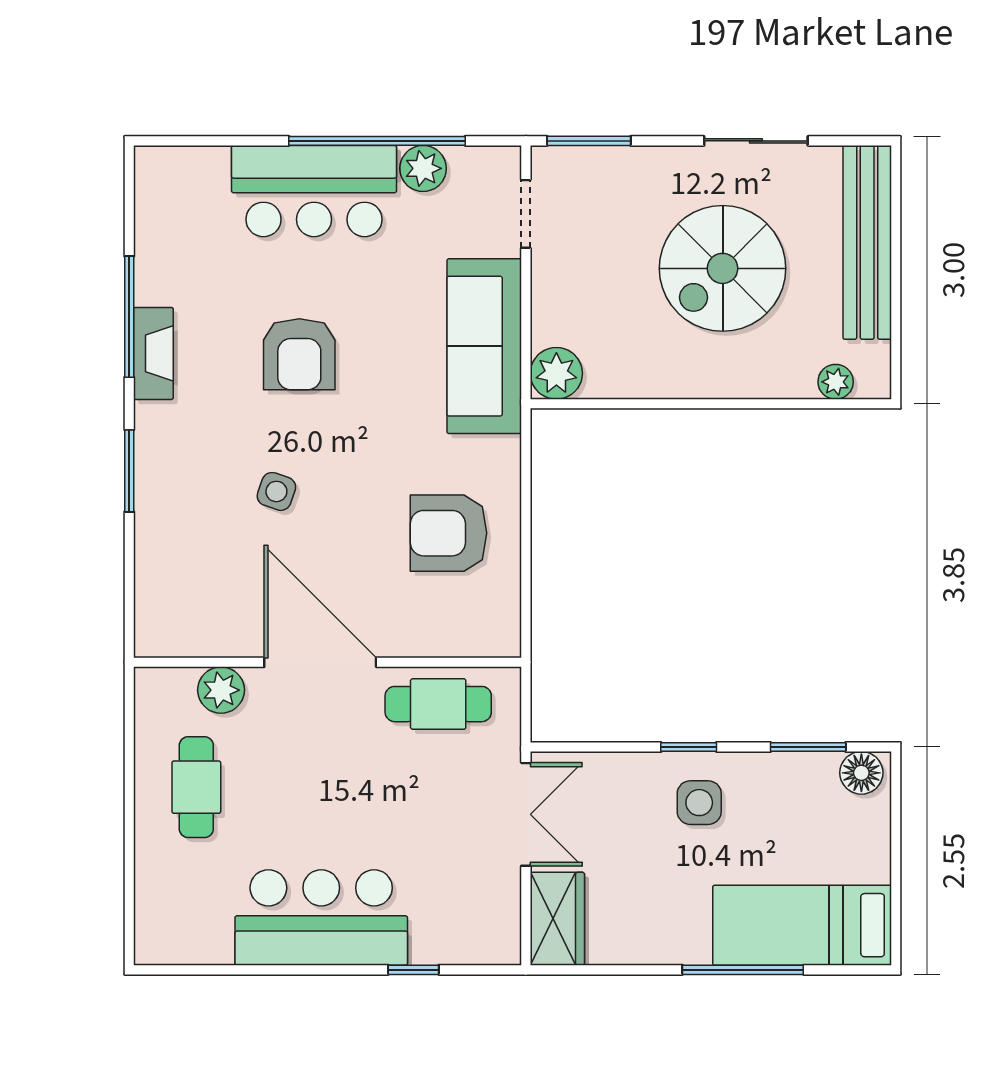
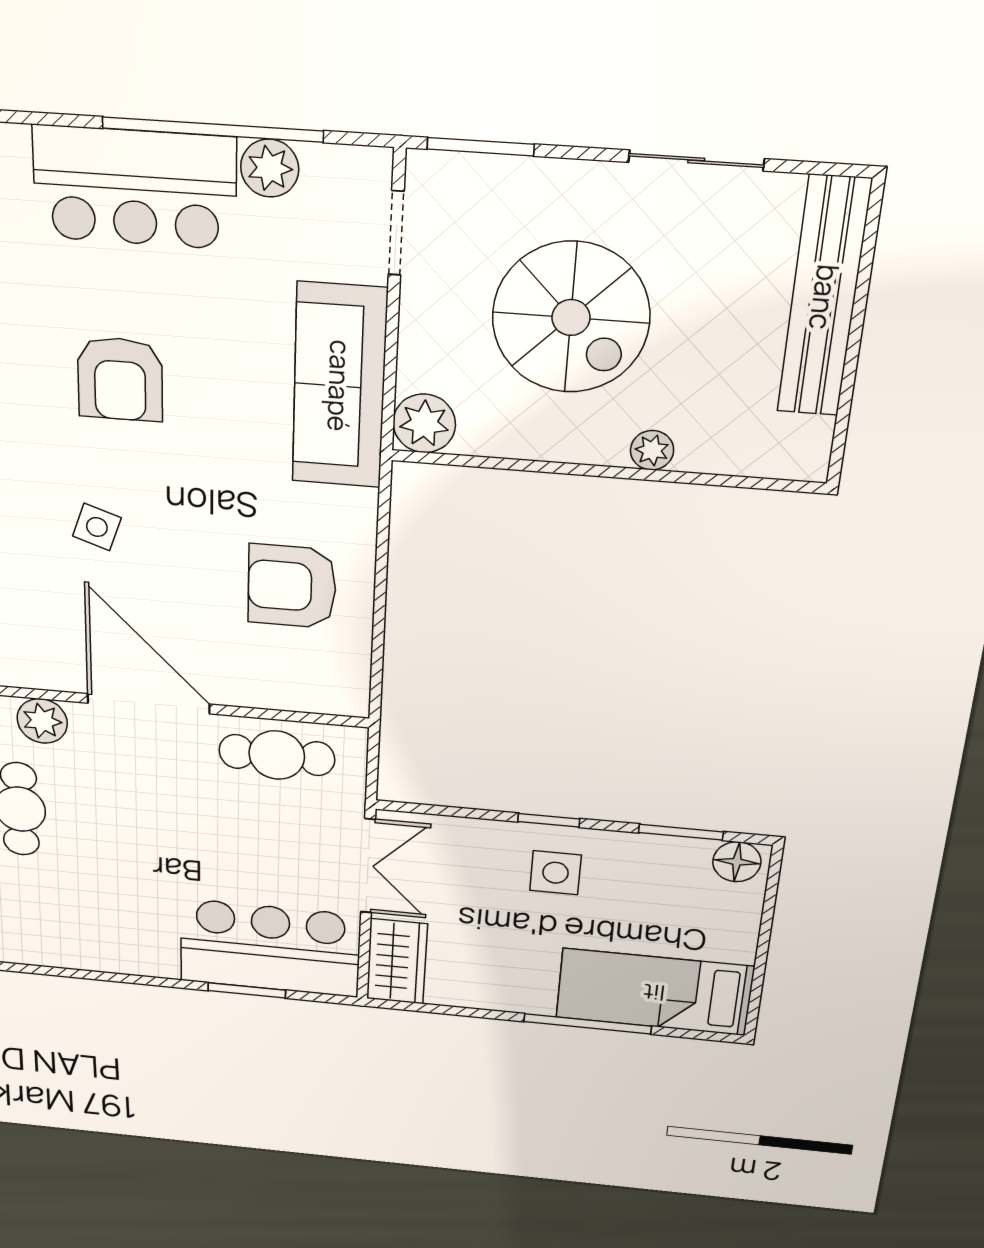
spiral stairs: (723, 268) -> (571, 317), moved, turned -90
plant: (836, 382) -> (652, 450), moved
bar counter: (321, 918) -> (270, 948), moved
window: (413, 970) -> (247, 990), width x1.50

